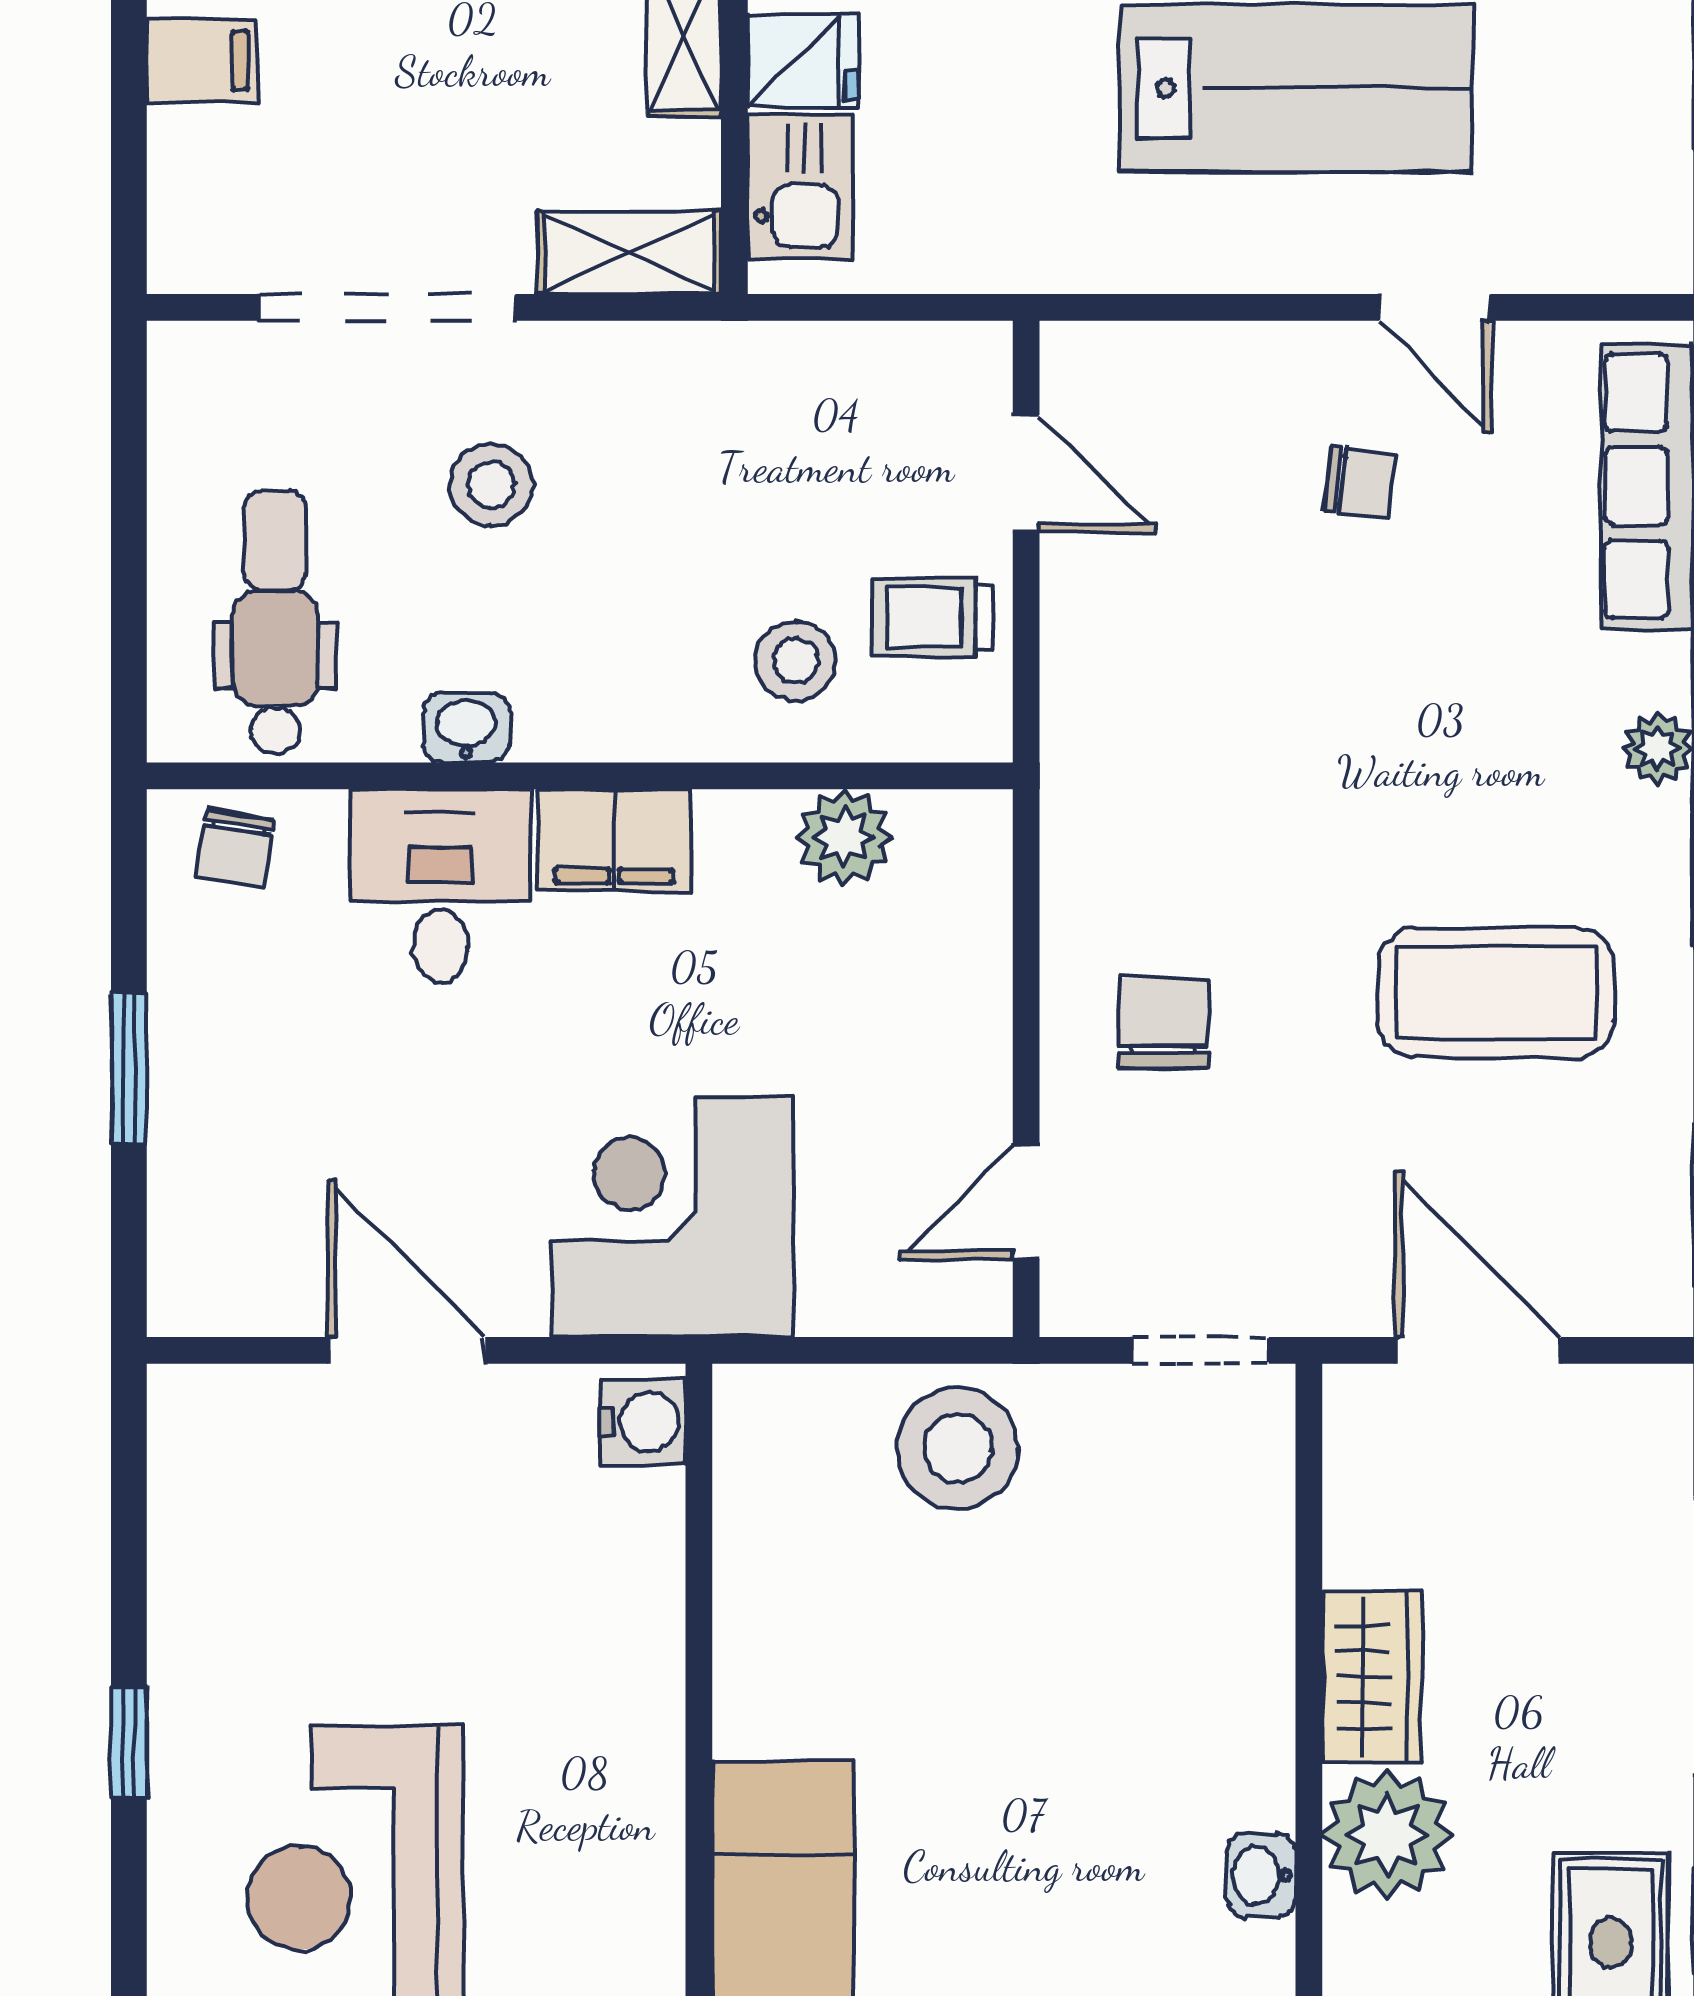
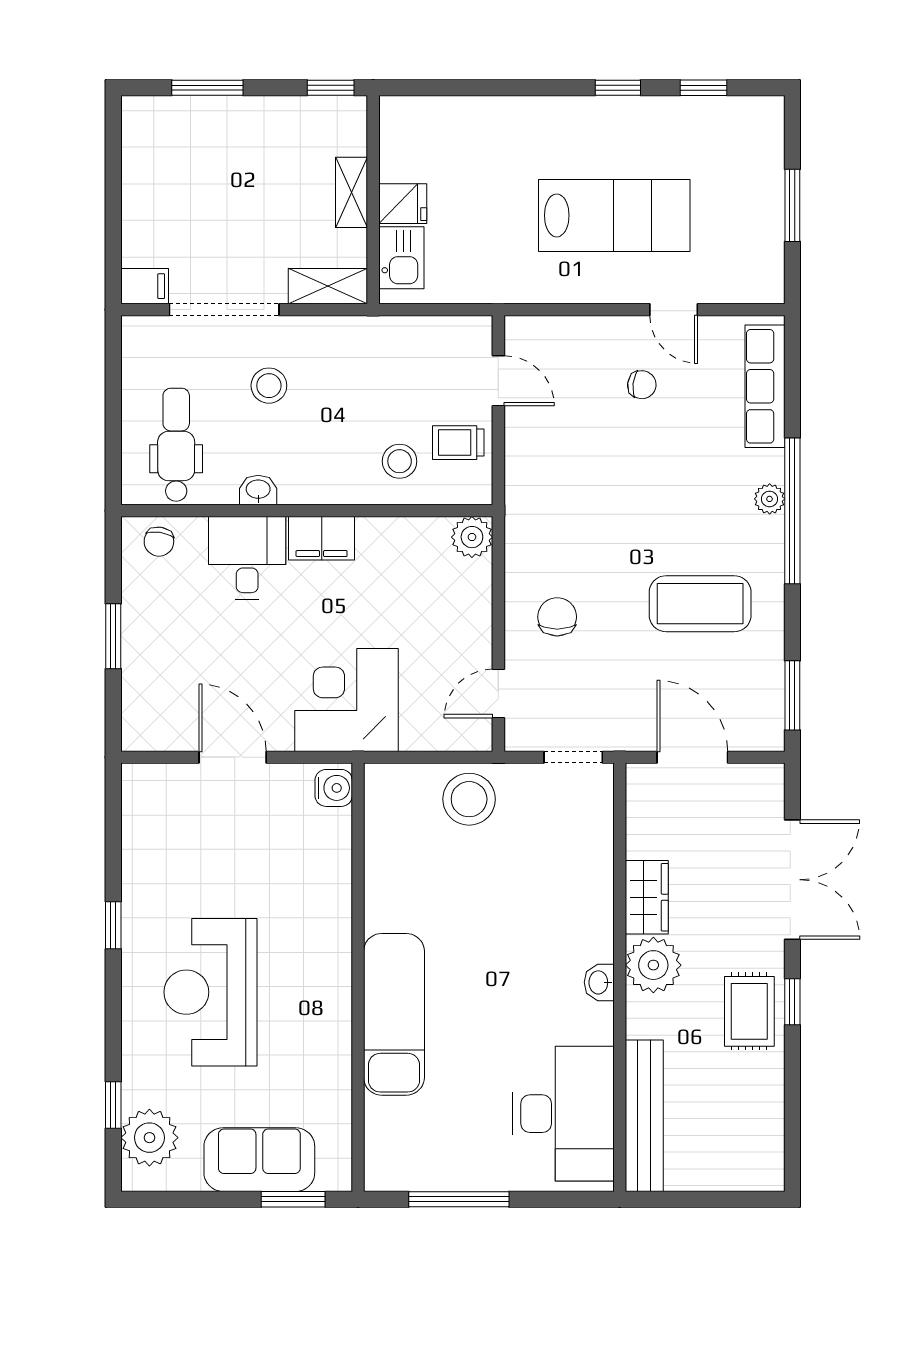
filing cabinet: (202, 61) -> (145, 286), moved
plant: (844, 837) -> (472, 537), moved

